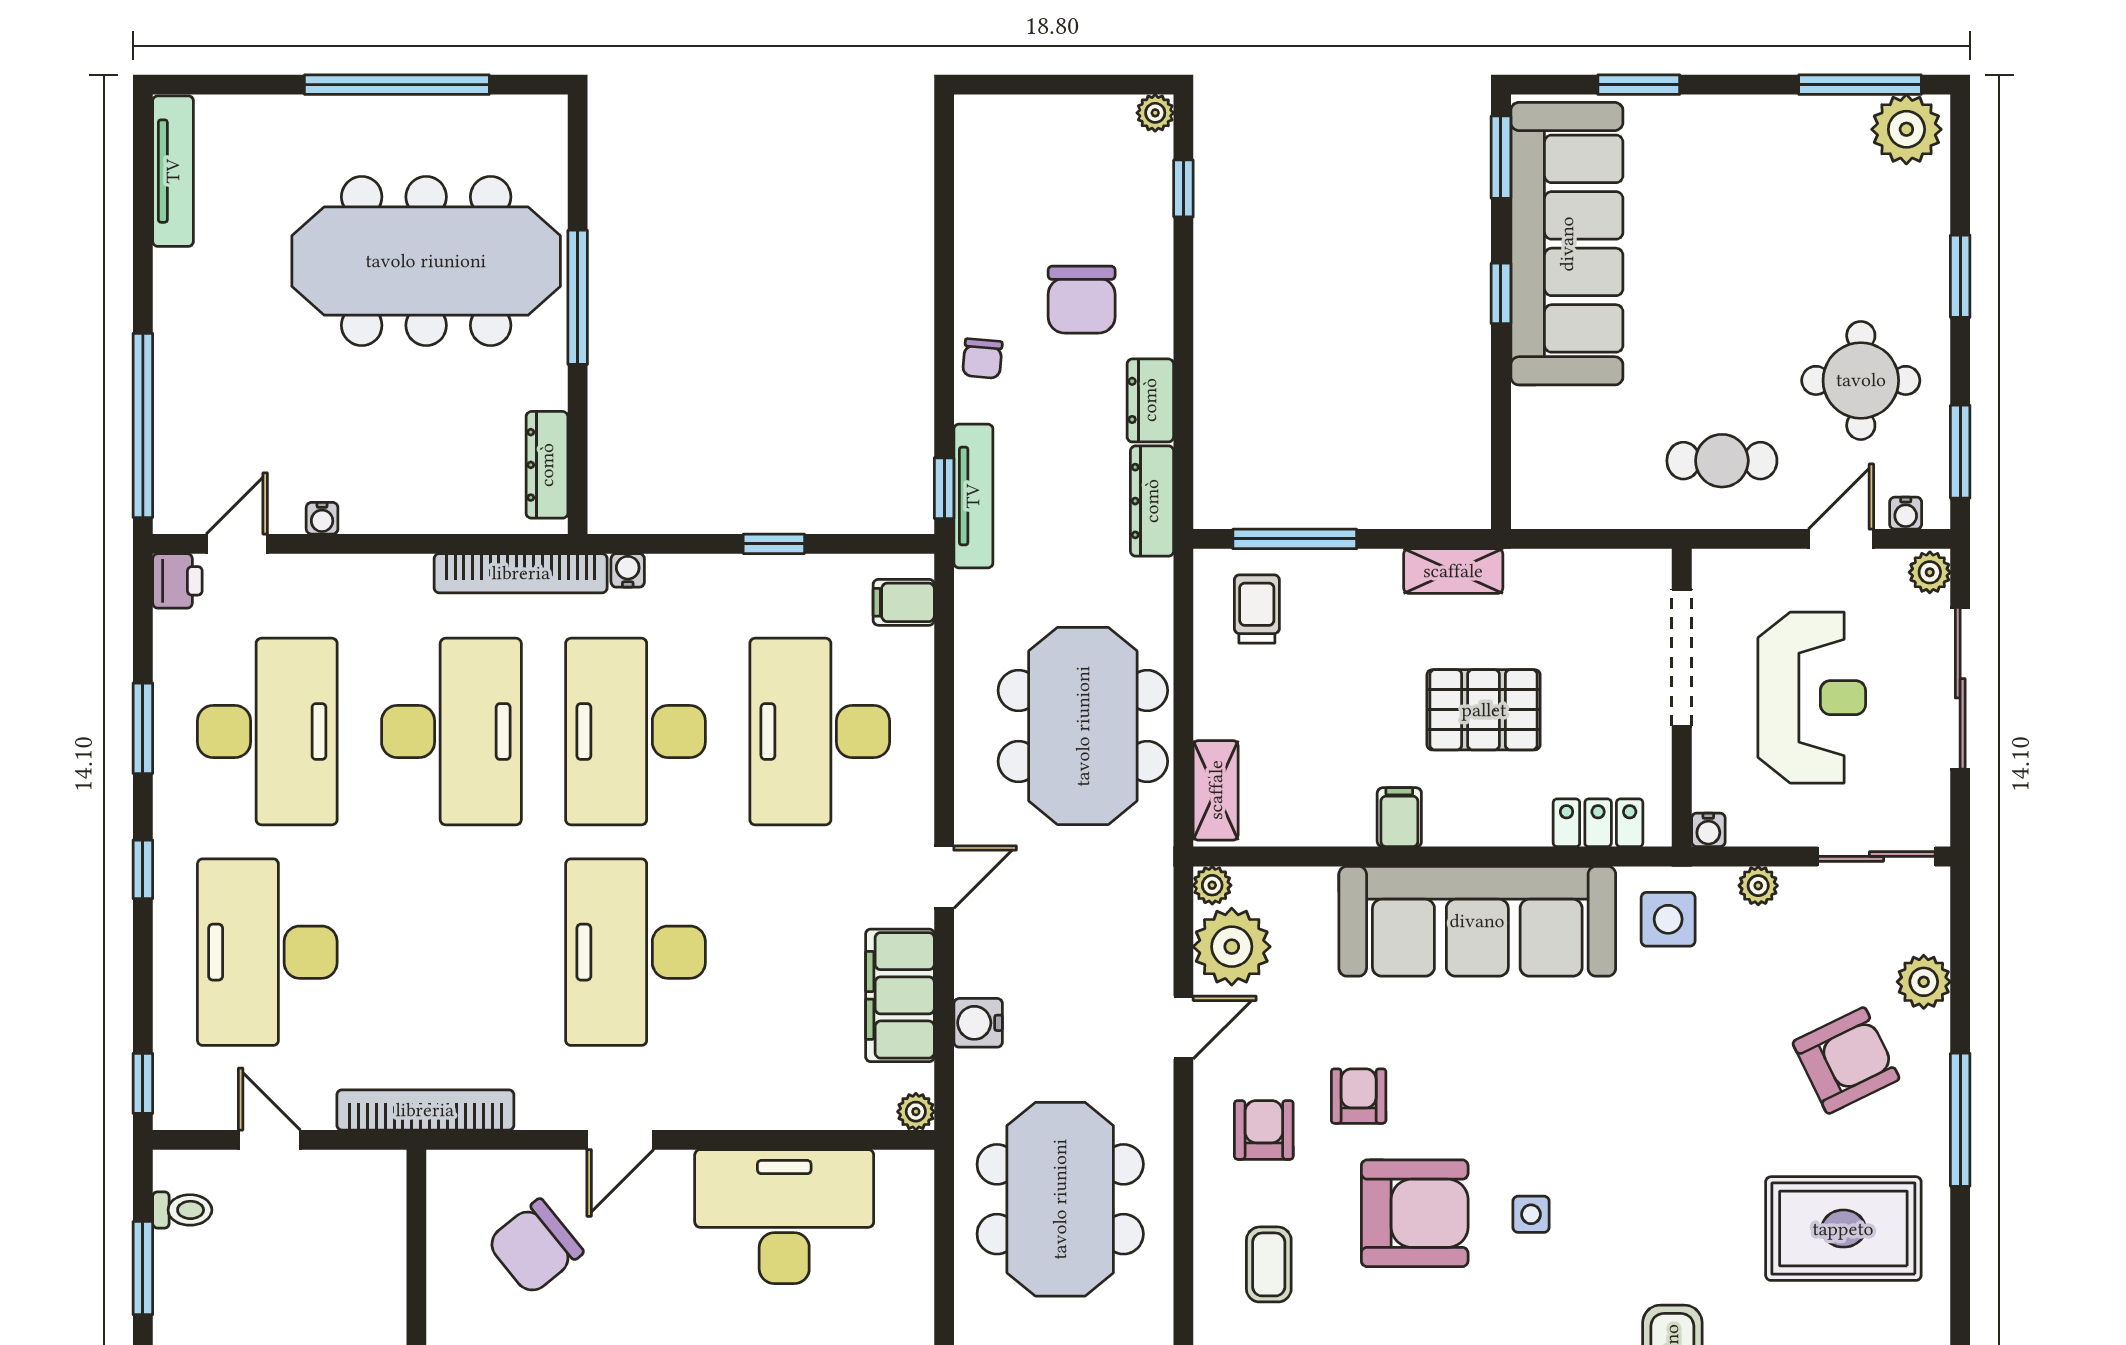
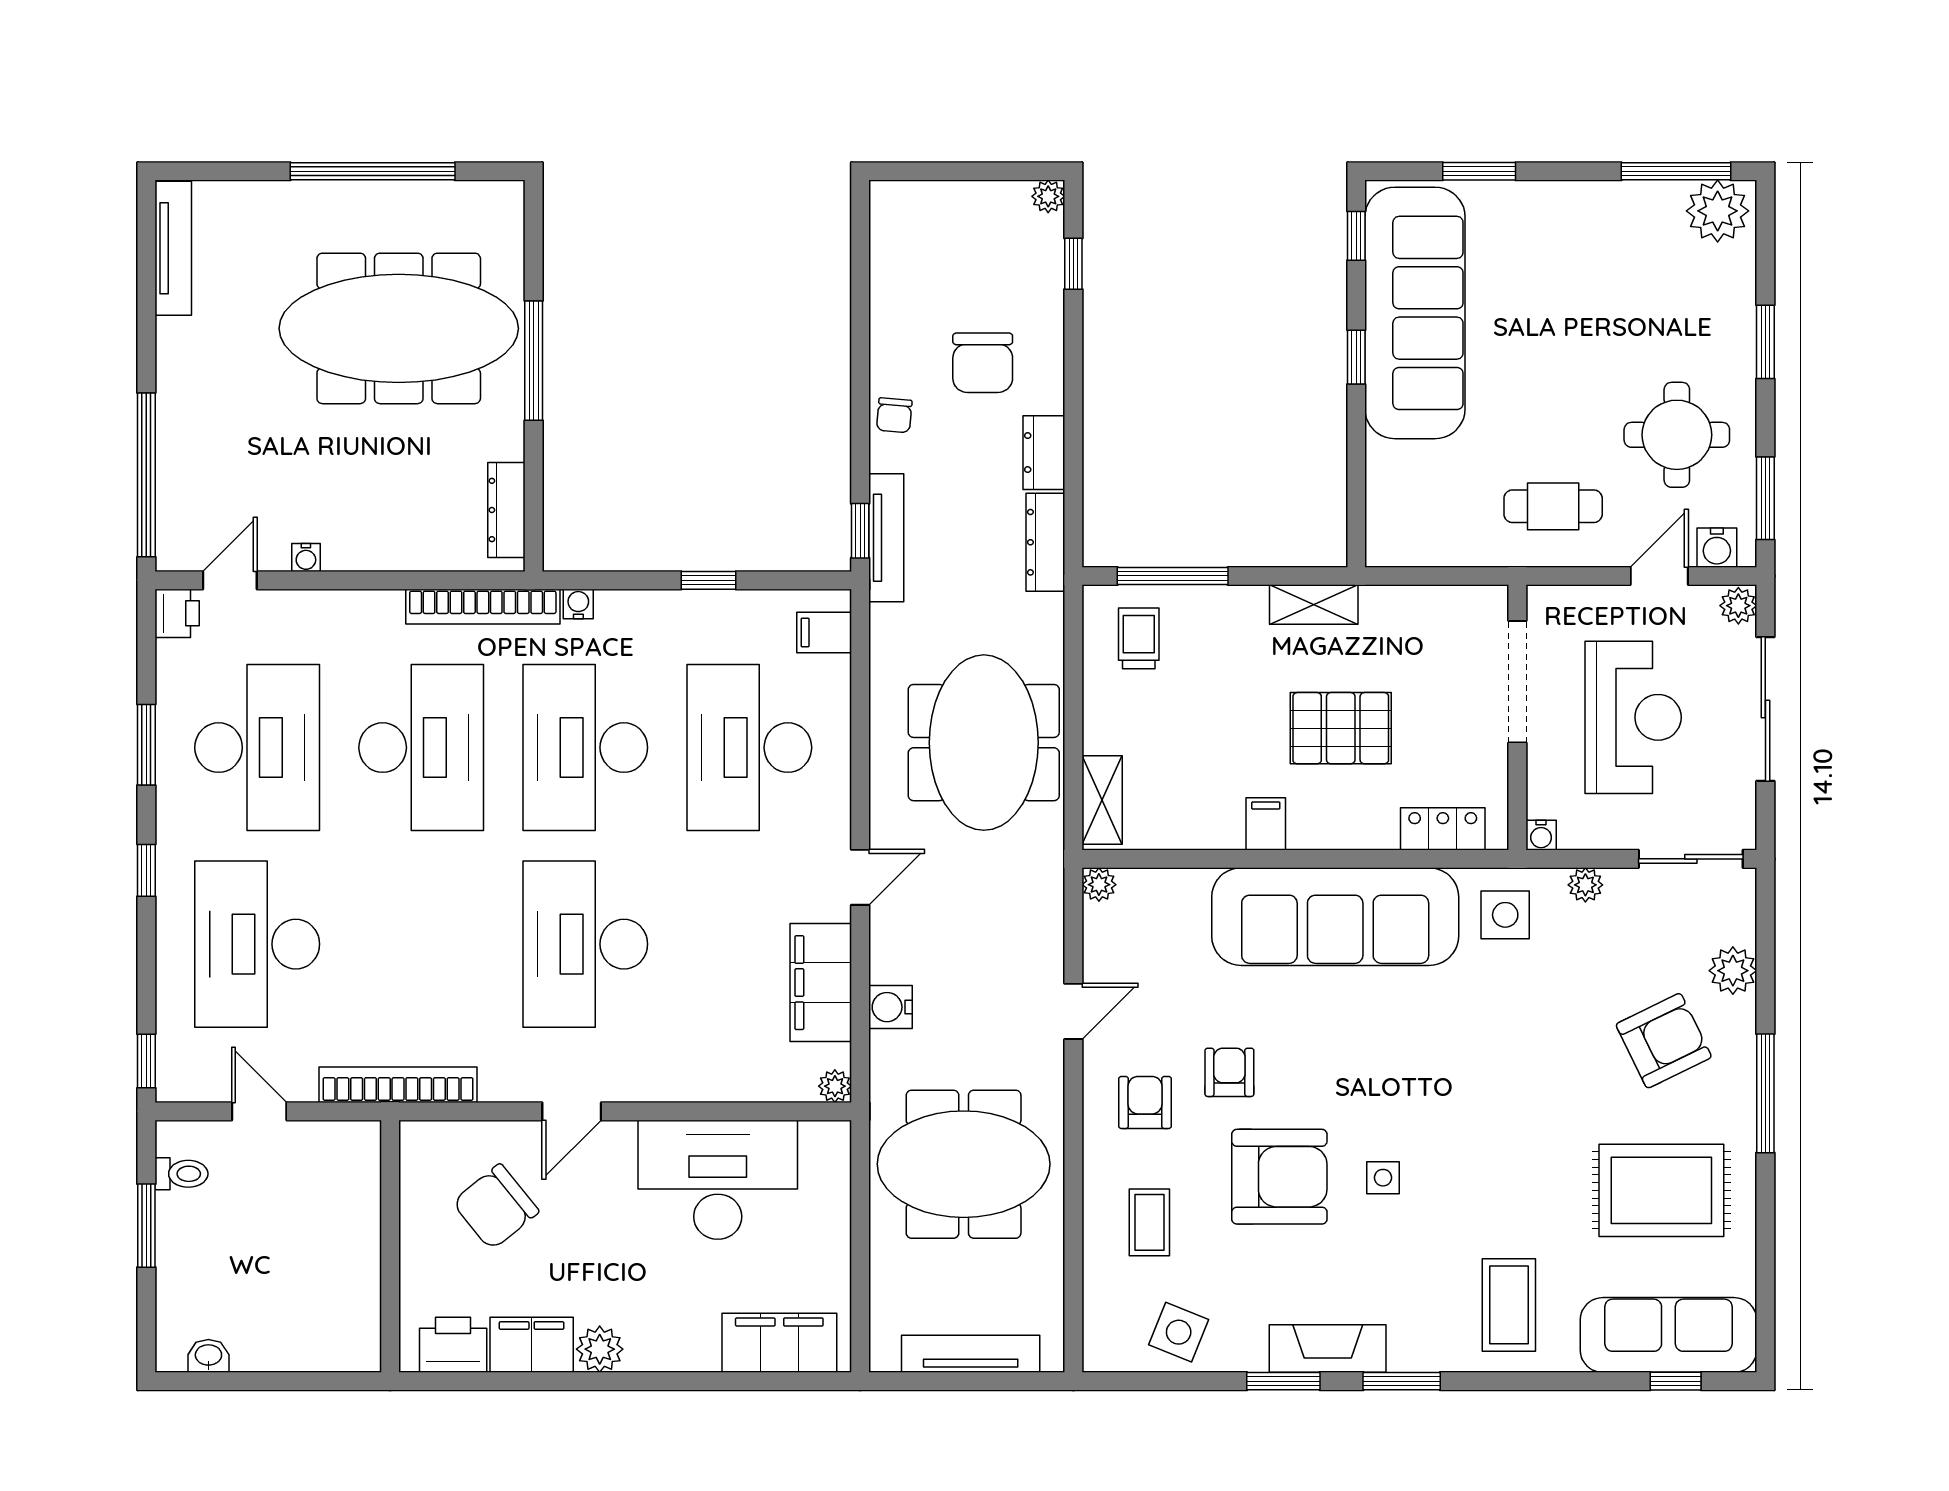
window: (1501, 157) -> (1356, 236), width x0.67
water cooler: (1906, 513) -> (1717, 548), width x1.38, depth x1.38
plant: (1232, 947) -> (1116, 939), removed
meeting table: (1060, 1199) -> (964, 1164), turned 90

